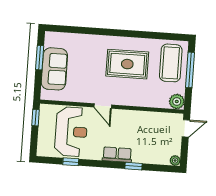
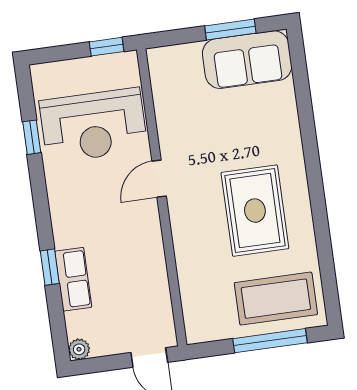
sofa: (54, 69) -> (247, 60), moved
plant: (177, 101) -> (200, 327), removed
row of seats: (117, 155) -> (73, 279), moved

